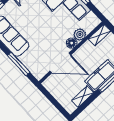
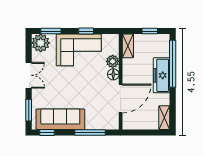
shelving: (83, 97) -> (164, 118), moved

